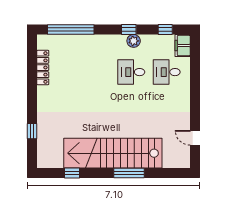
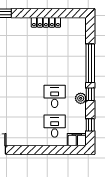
window: (71, 29) -> (90, 63), moved
locker: (43, 68) -> (46, 22), moved

